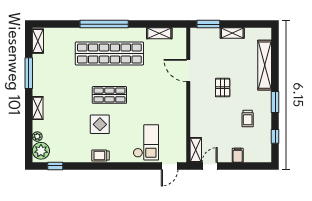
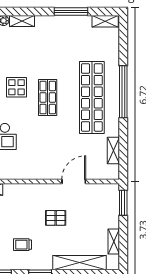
shelving: (232, 33) -> (114, 241), moved
shelving: (38, 108) -> (22, 21), moved

